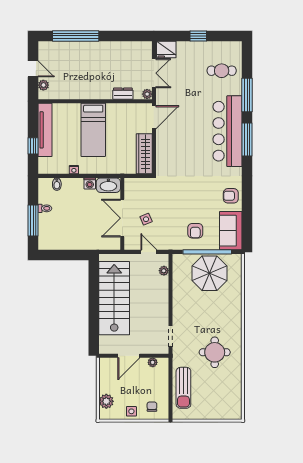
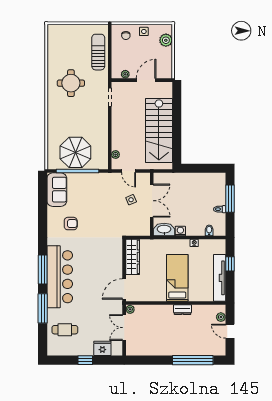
fridge: (166, 49) -> (102, 348), moved
dresser: (123, 94) -> (183, 310), moved
armchair: (231, 196) -> (71, 224), moved
armchair: (195, 231) -> (88, 190), removed

